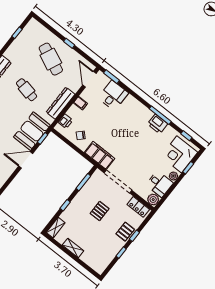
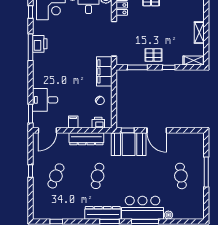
cafe table: (51, 59) -> (56, 176), width x0.73, depth x0.74
pallet: (100, 211) -> (153, 55), moved

